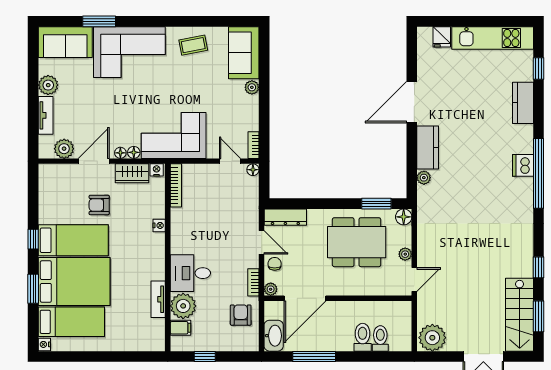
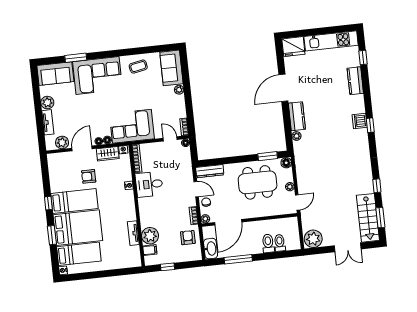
fridge: (442, 37) -> (293, 47), width x1.88, depth x1.34
window: (539, 173) -> (370, 125), width x0.32
desk: (190, 273) -> (149, 184), moved

